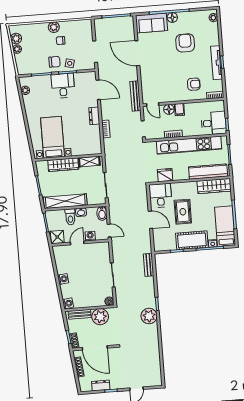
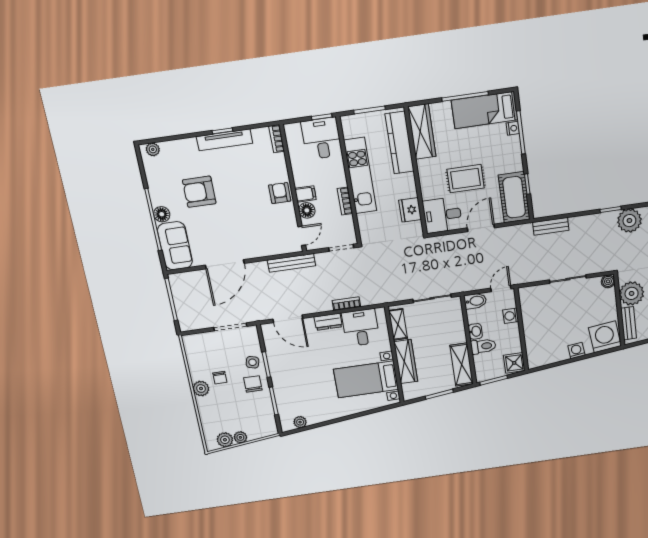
armchair: (194, 84) -> (280, 193), moved
desk: (63, 86) -> (361, 328), moved, turned 90
door: (98, 90) -> (288, 319), swing flipped
kitchen unit: (189, 145) -> (360, 176), width x0.73
shelving: (65, 201) -> (462, 365), width x0.68
cot: (192, 240) -> (514, 197), moved
door: (77, 243) -> (522, 334), removed
washing machine: (68, 303) -> (605, 337), width x1.89, depth x1.89

